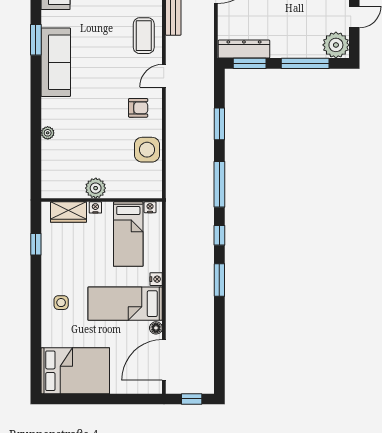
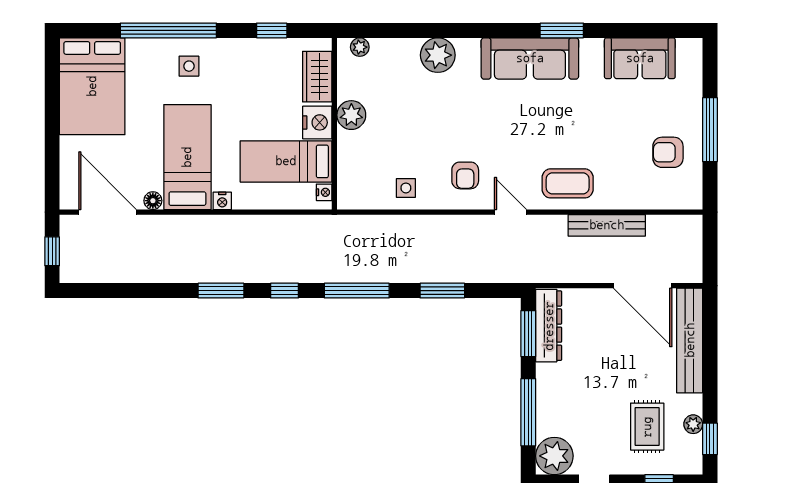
plant: (48, 133) -> (438, 55), width x1.88, depth x1.88
side table: (147, 150) -> (406, 188), width x0.54, depth x0.54
plant: (48, 182) -> (360, 47), added
nightstand: (95, 207) -> (317, 122), width x1.89, depth x1.79
window: (36, 317) -> (168, 30), added

